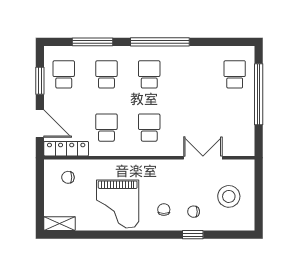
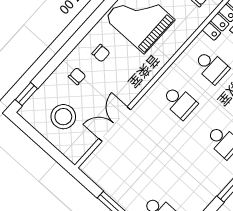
double door: (203, 158) -> (115, 124), swing flipped
window: (193, 235) -> (26, 94), moved

